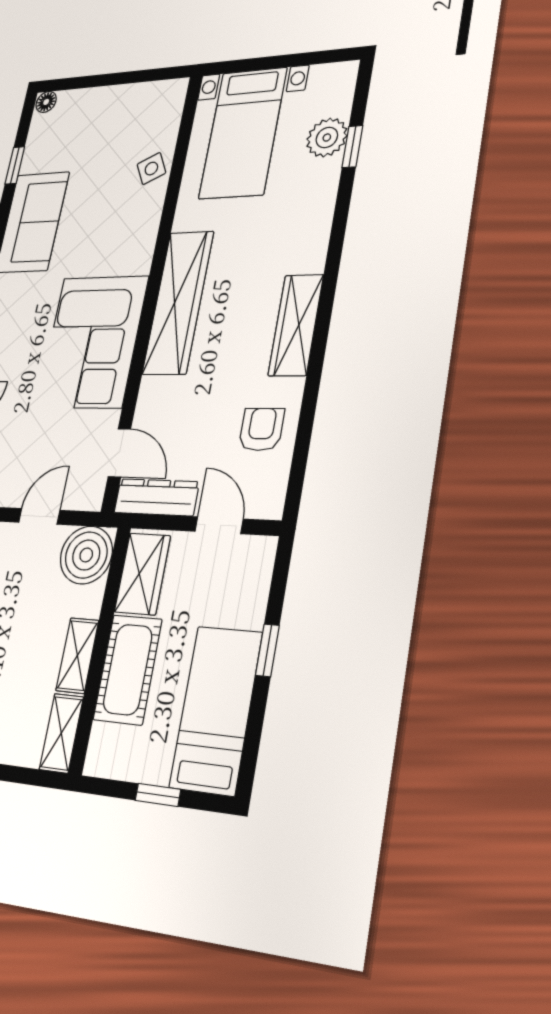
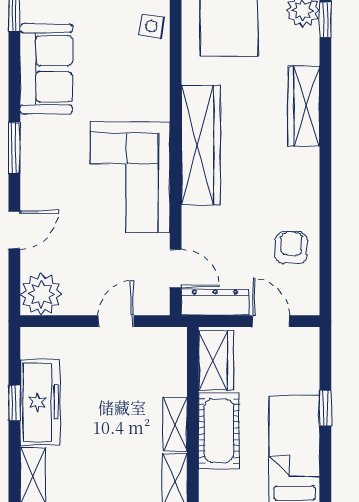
side table: (151, 169) -> (151, 26), turned 35
wardrobe: (296, 325) -> (304, 106), moved
boiler: (86, 555) -> (165, 349), removed

